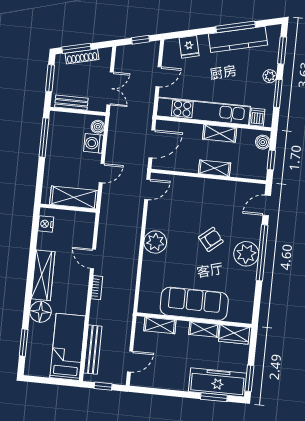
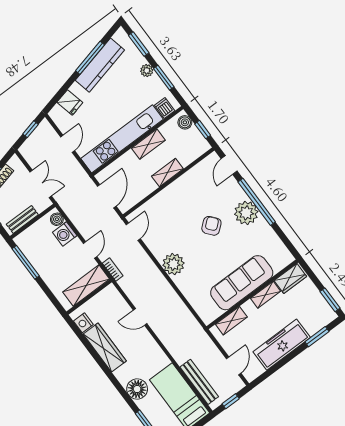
wardrobe: (43, 275) -> (105, 348), moved
bookcase: (97, 288) -> (113, 269), moved
freezer: (218, 382) -> (282, 345), moved

